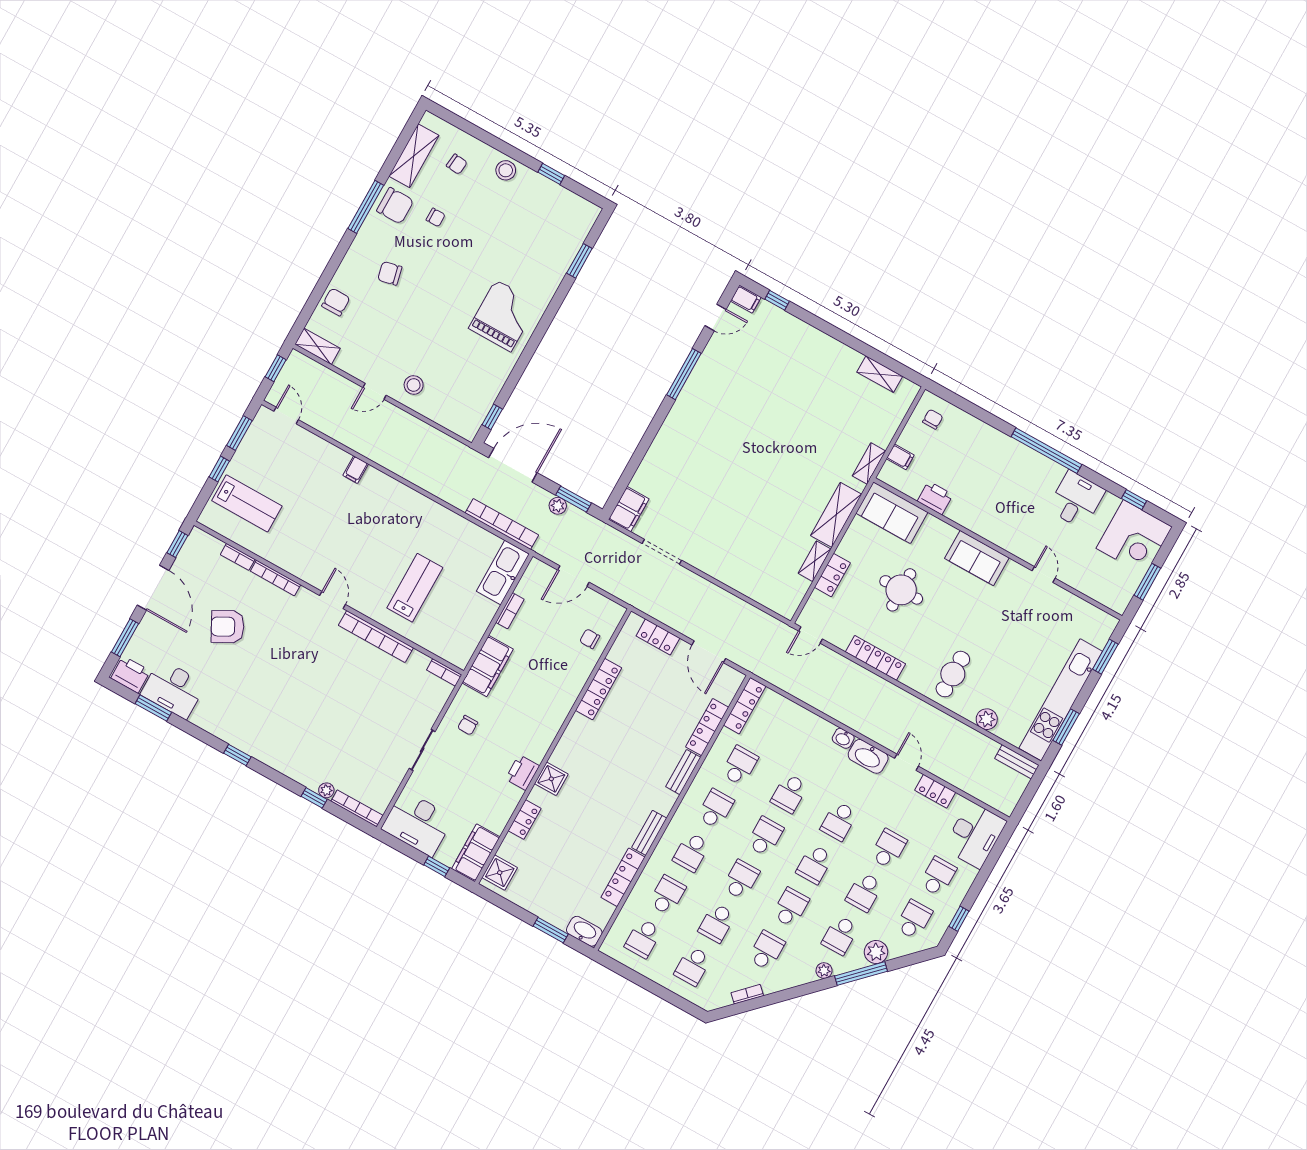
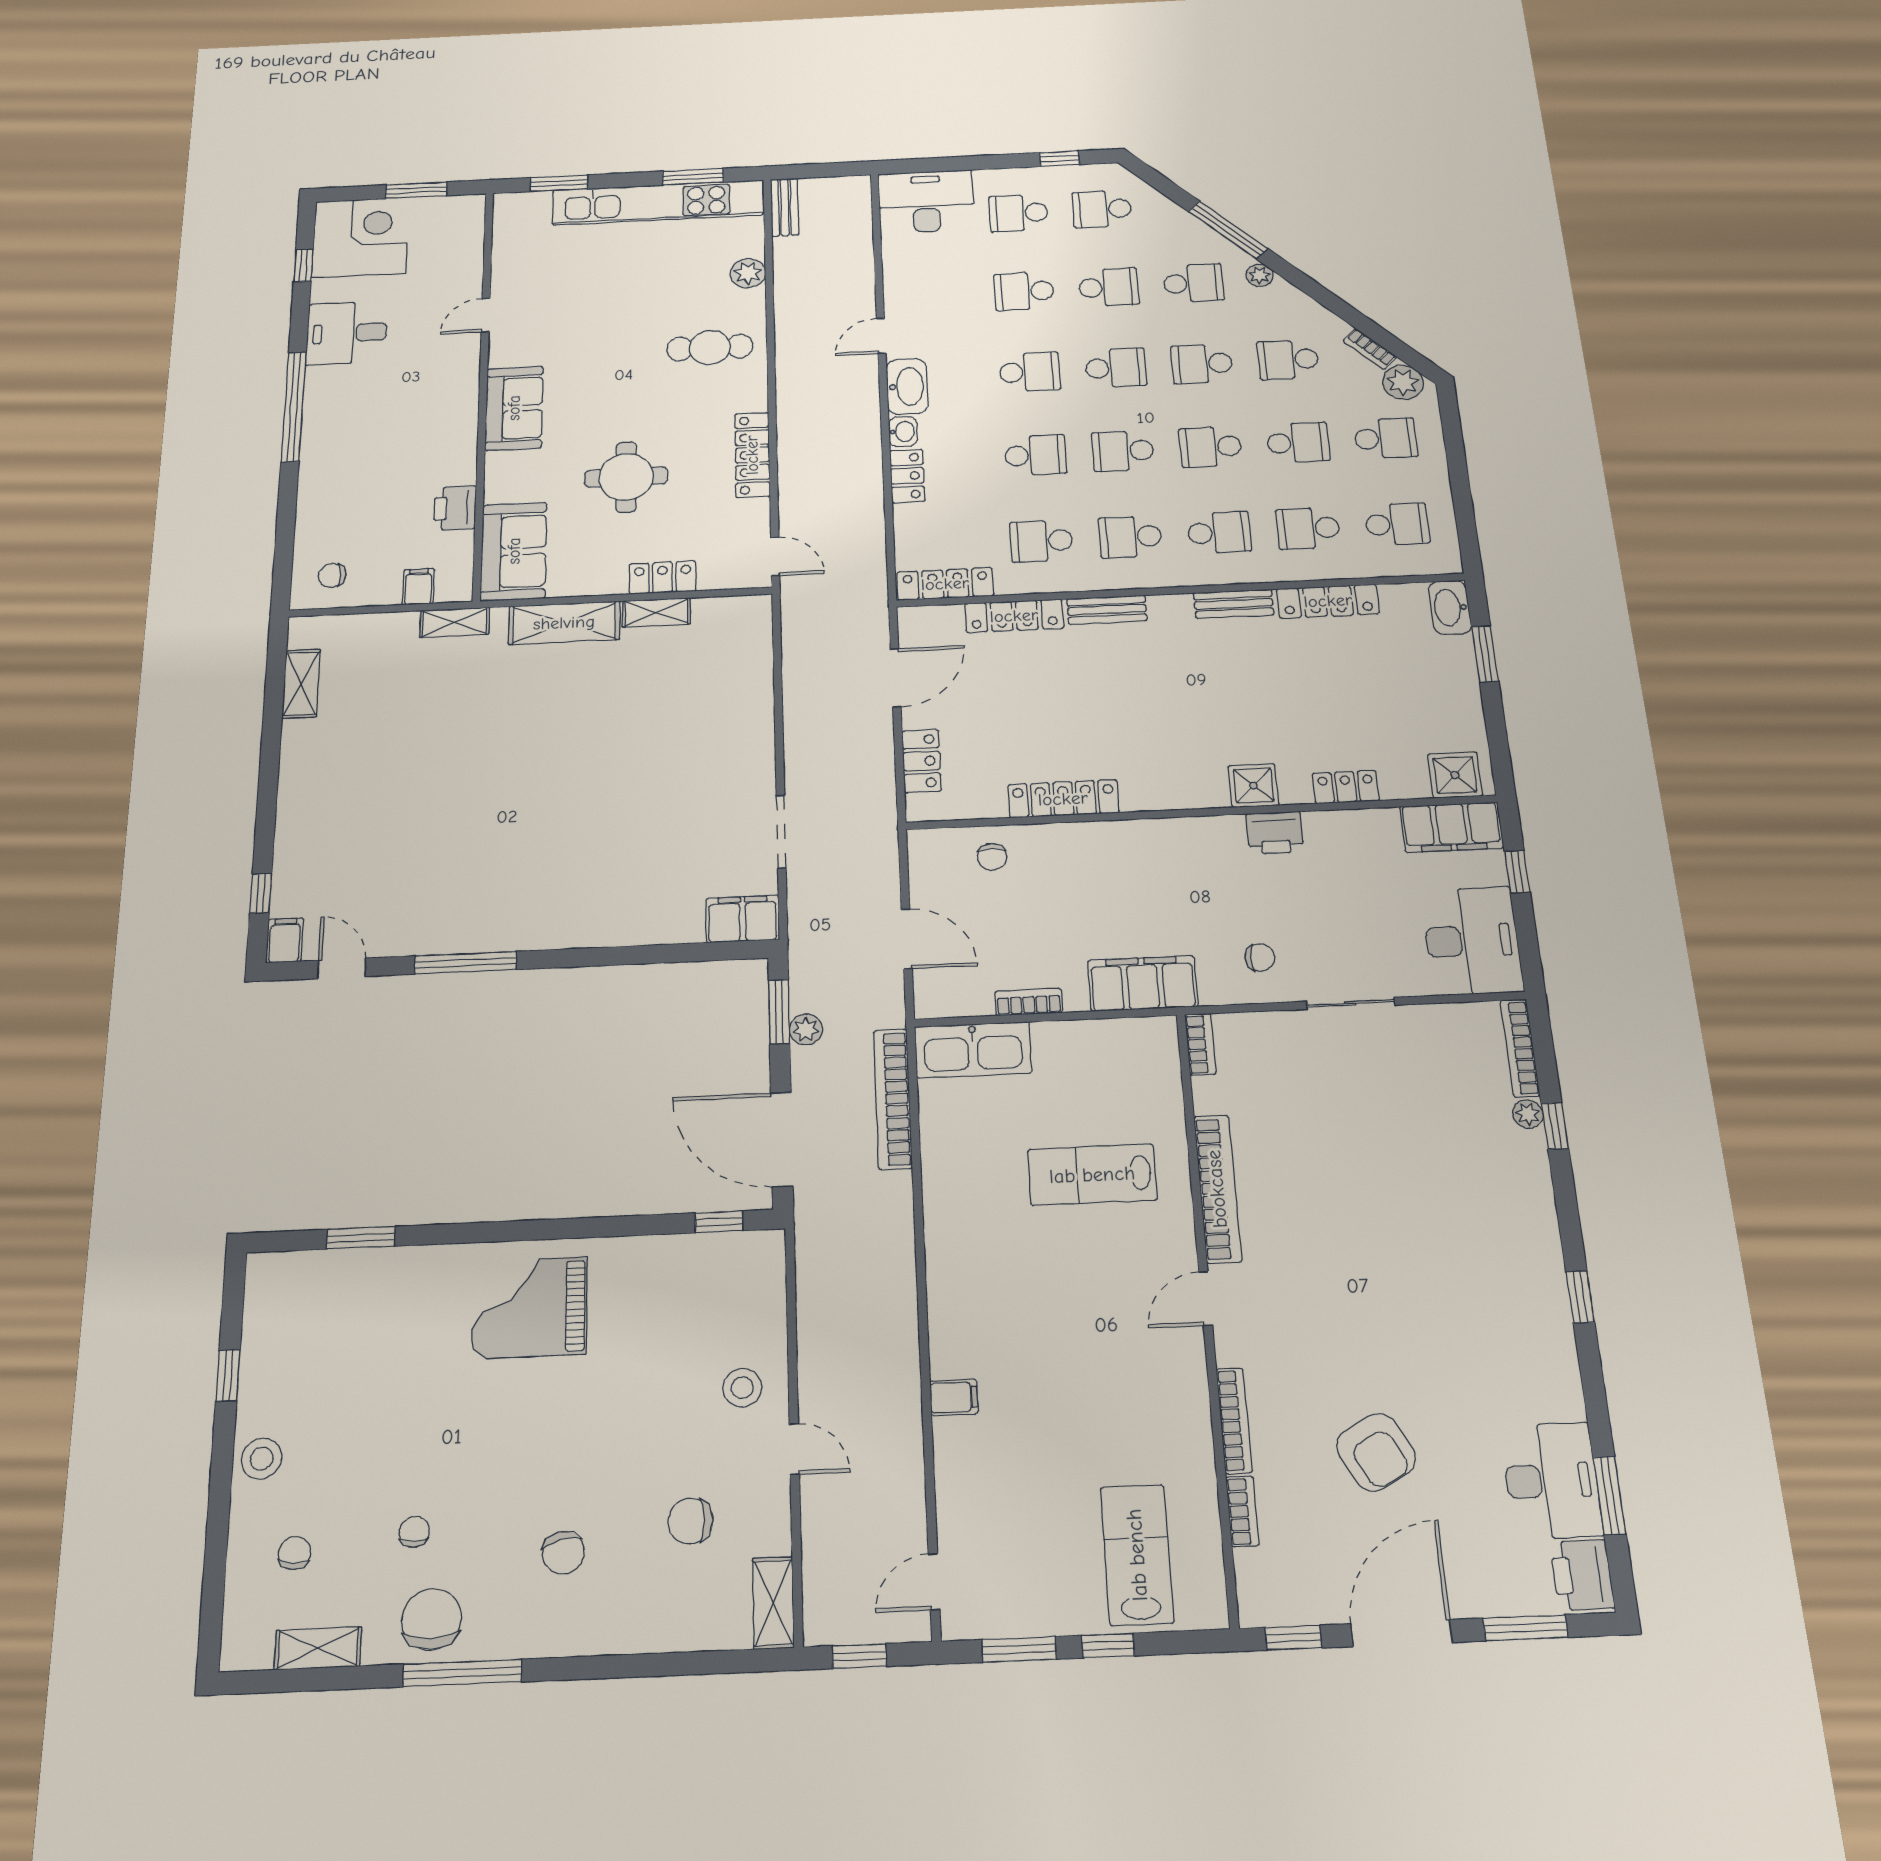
shelving: (414, 156) -> (318, 1648), width x0.67, depth x0.75
chair: (336, 302) -> (691, 1521), moved
locker: (935, 791) -> (907, 476), moved
plant: (876, 952) -> (1403, 382), moved

